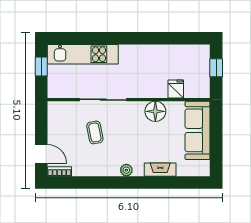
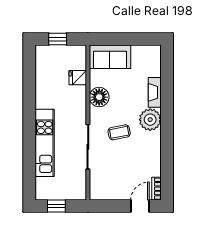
kitchen unit: (83, 54) -> (45, 143), moved
sofa: (198, 130) -> (110, 57), width x0.73
coffee table: (95, 132) -> (119, 132), moved
plant: (126, 170) -> (150, 120), width x1.88, depth x1.88

